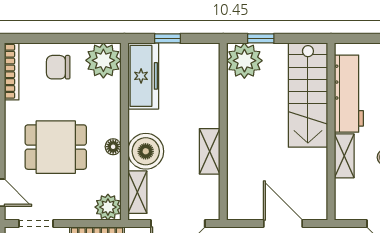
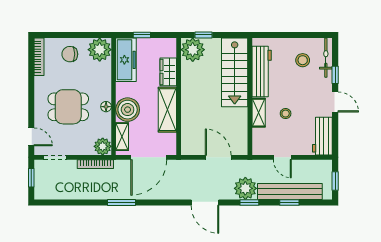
wardrobe: (208, 94) -> (168, 72), added
shelving: (210, 151) -> (167, 110), width x1.50, depth x1.33

